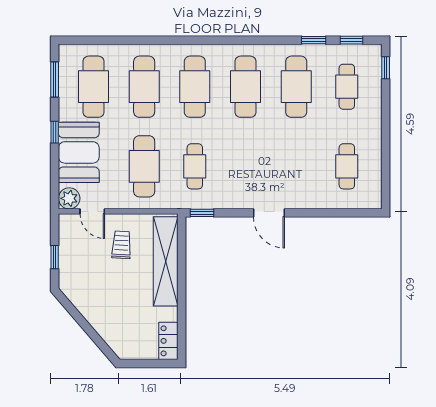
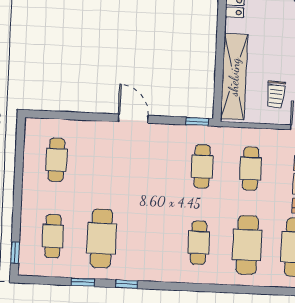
window: (351, 40) -> (127, 284), moved
cafe table: (195, 87) -> (199, 243), width x0.73, depth x0.74
cafe table: (245, 87) -> (150, 241), removed
cafe table: (144, 166) -> (251, 169), width x0.73, depth x0.74

